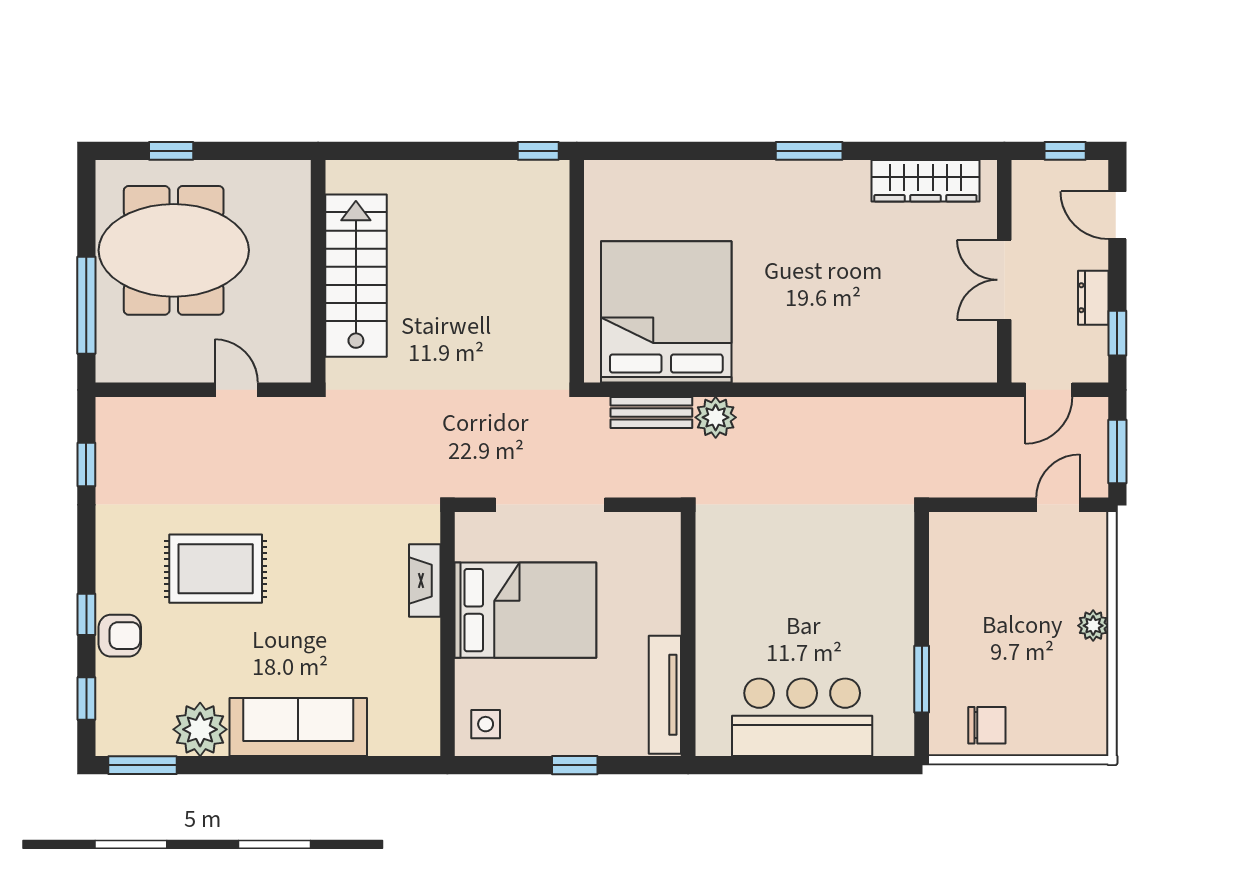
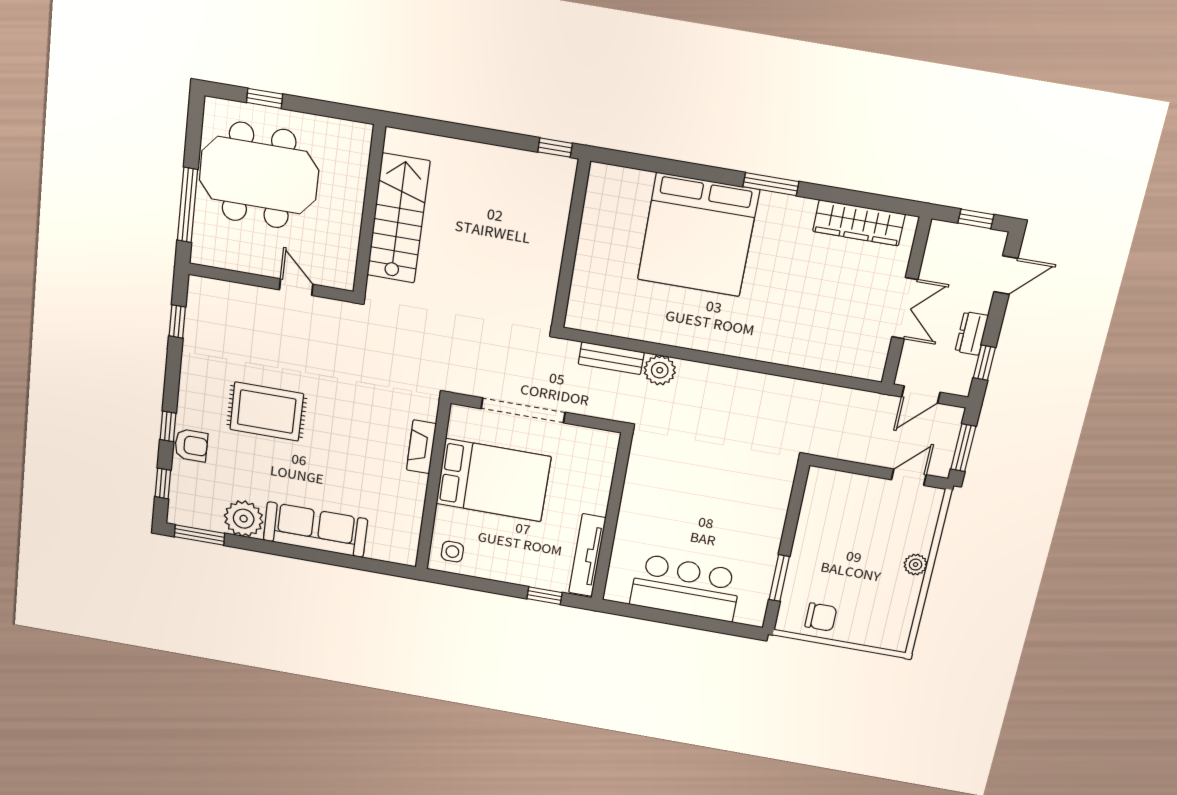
door: (1117, 215) -> (1006, 275), swing flipped
double door: (1004, 280) -> (905, 308), swing flipped
bed: (666, 312) -> (698, 235), moved, turned 180
window: (575, 765) -> (544, 596), moved

